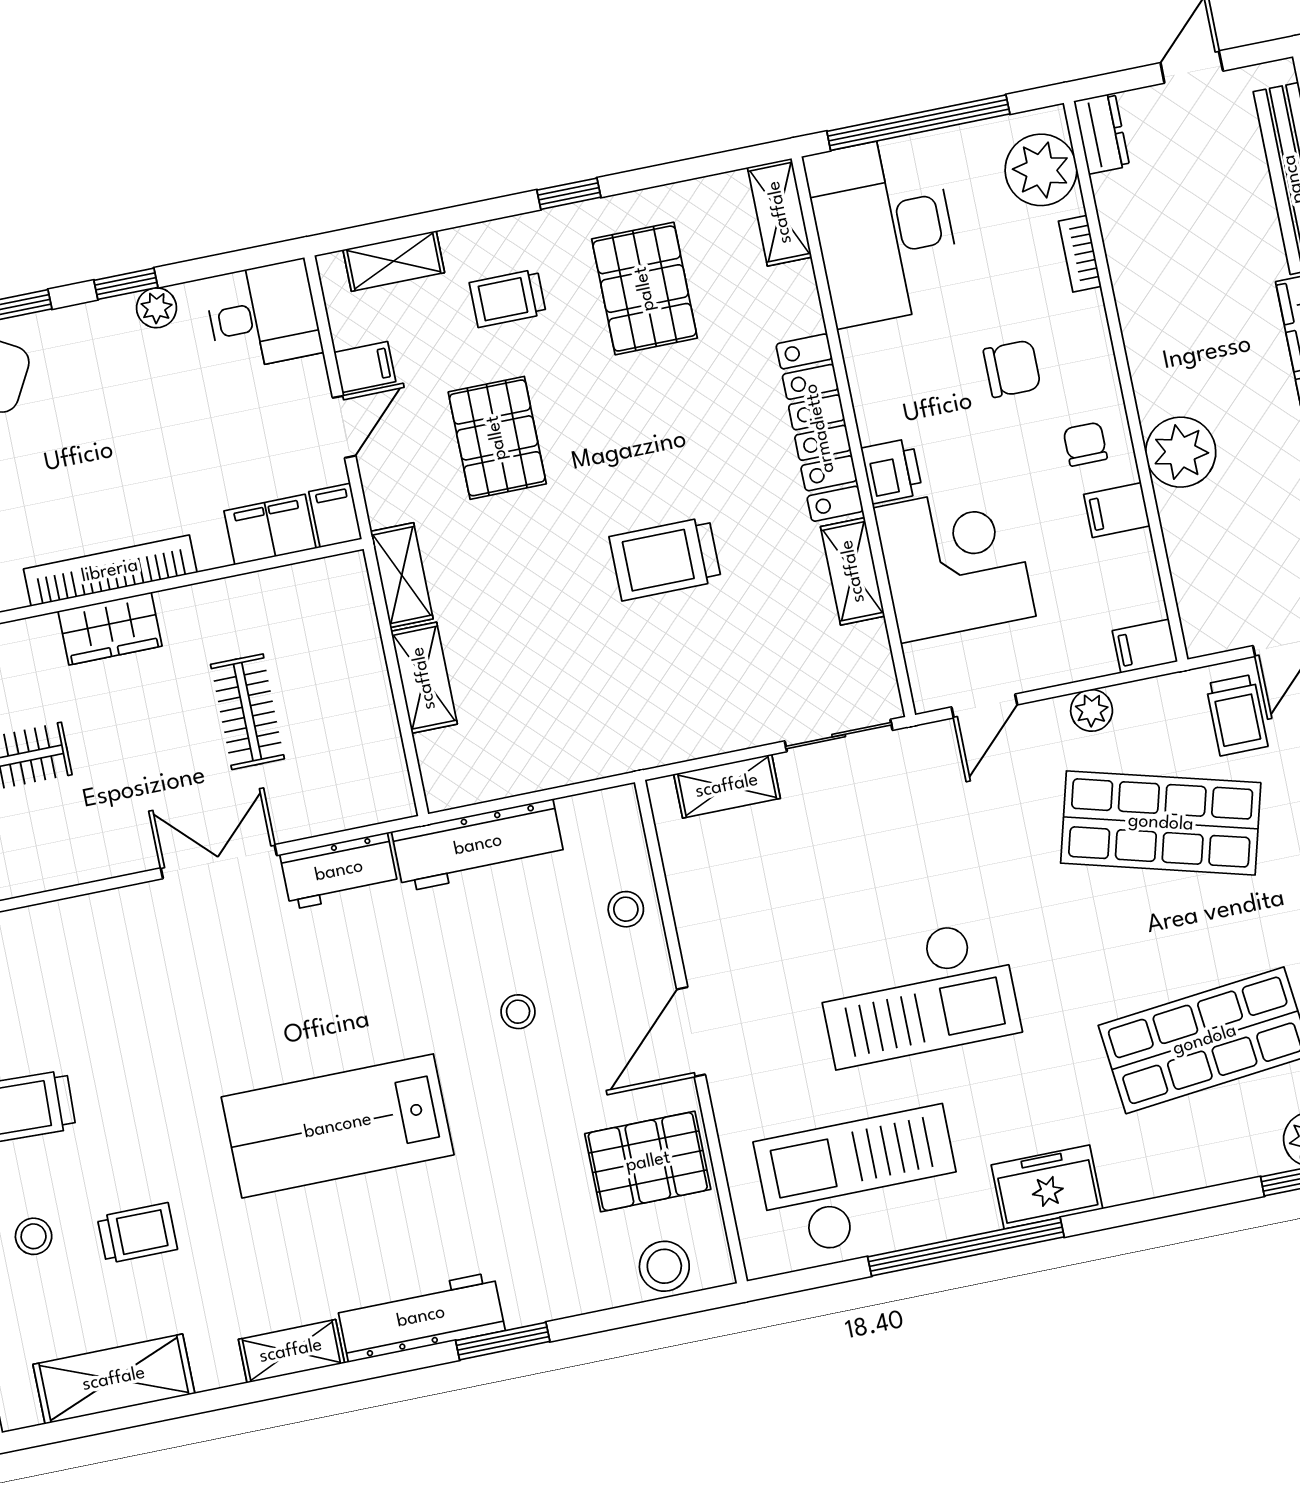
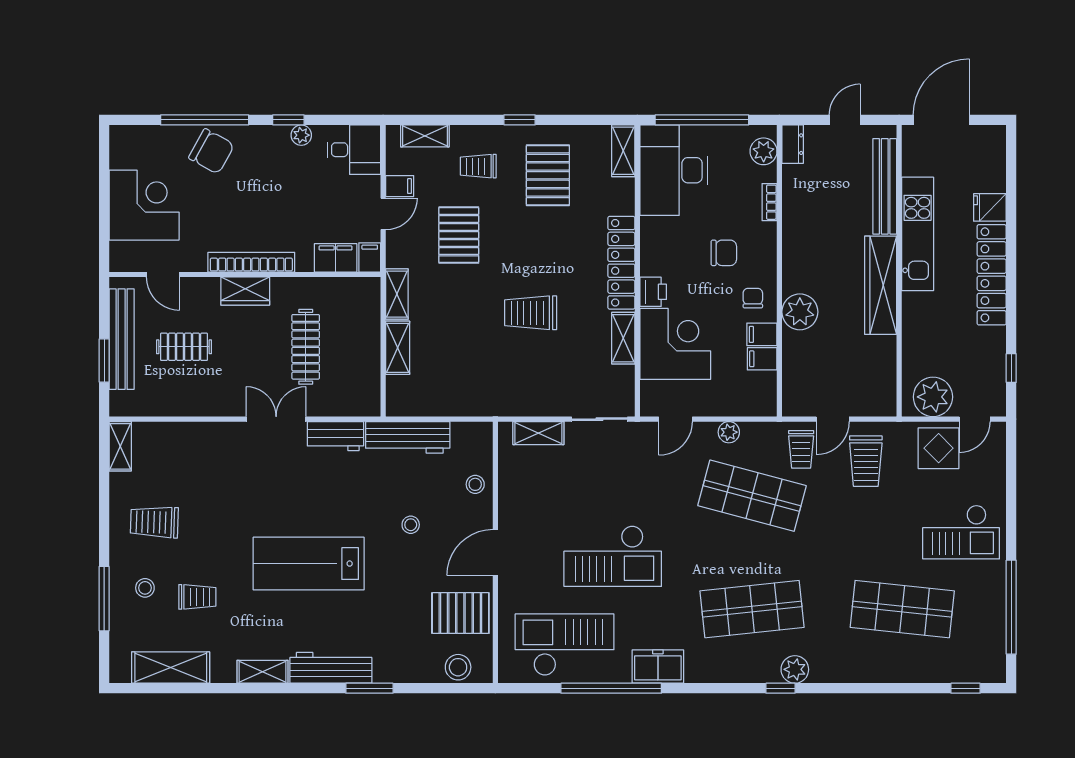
plant: (1041, 170) -> (764, 151), width x0.73, depth x0.73
filing cabinet: (1145, 646) -> (762, 359), moved
clothes rail: (247, 712) -> (306, 347), width x1.36

